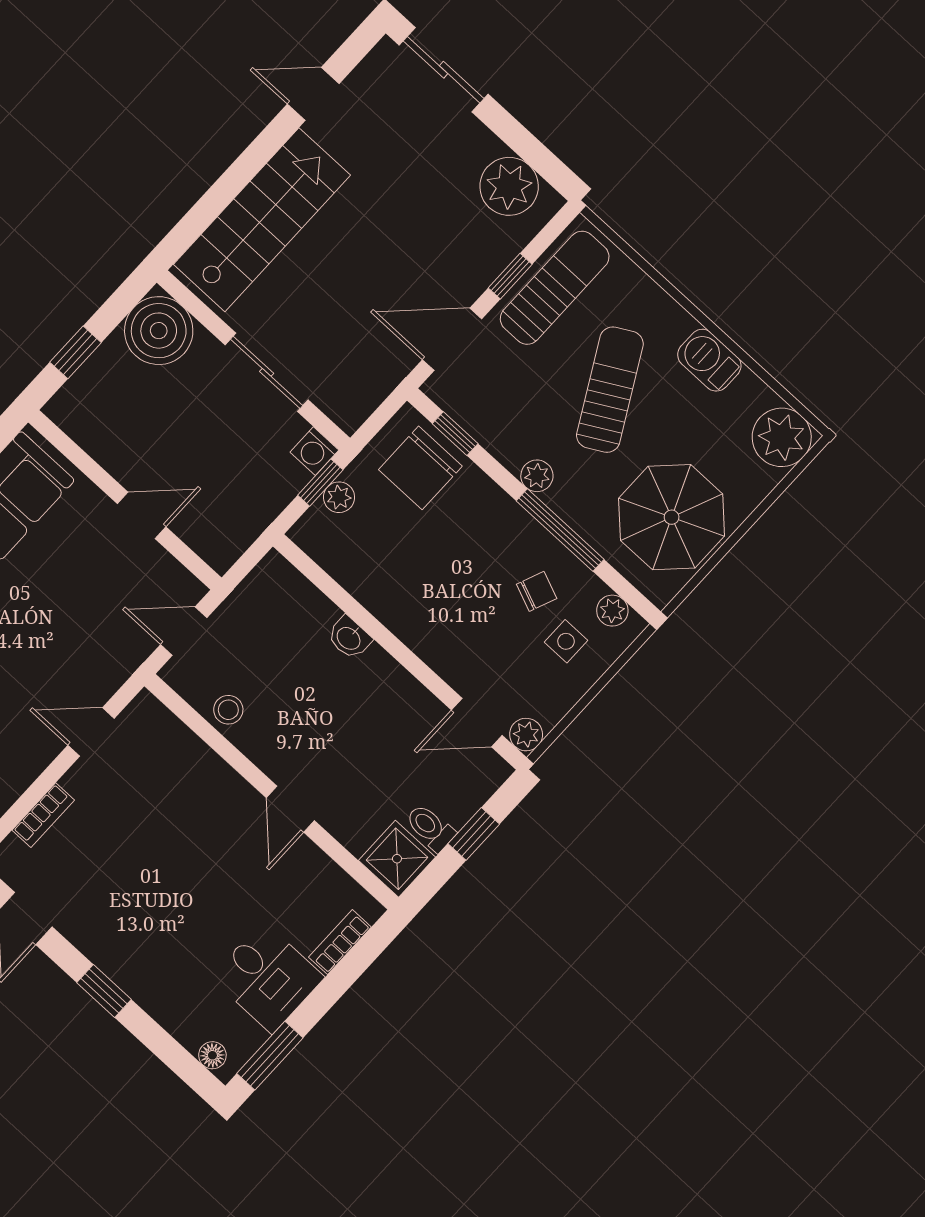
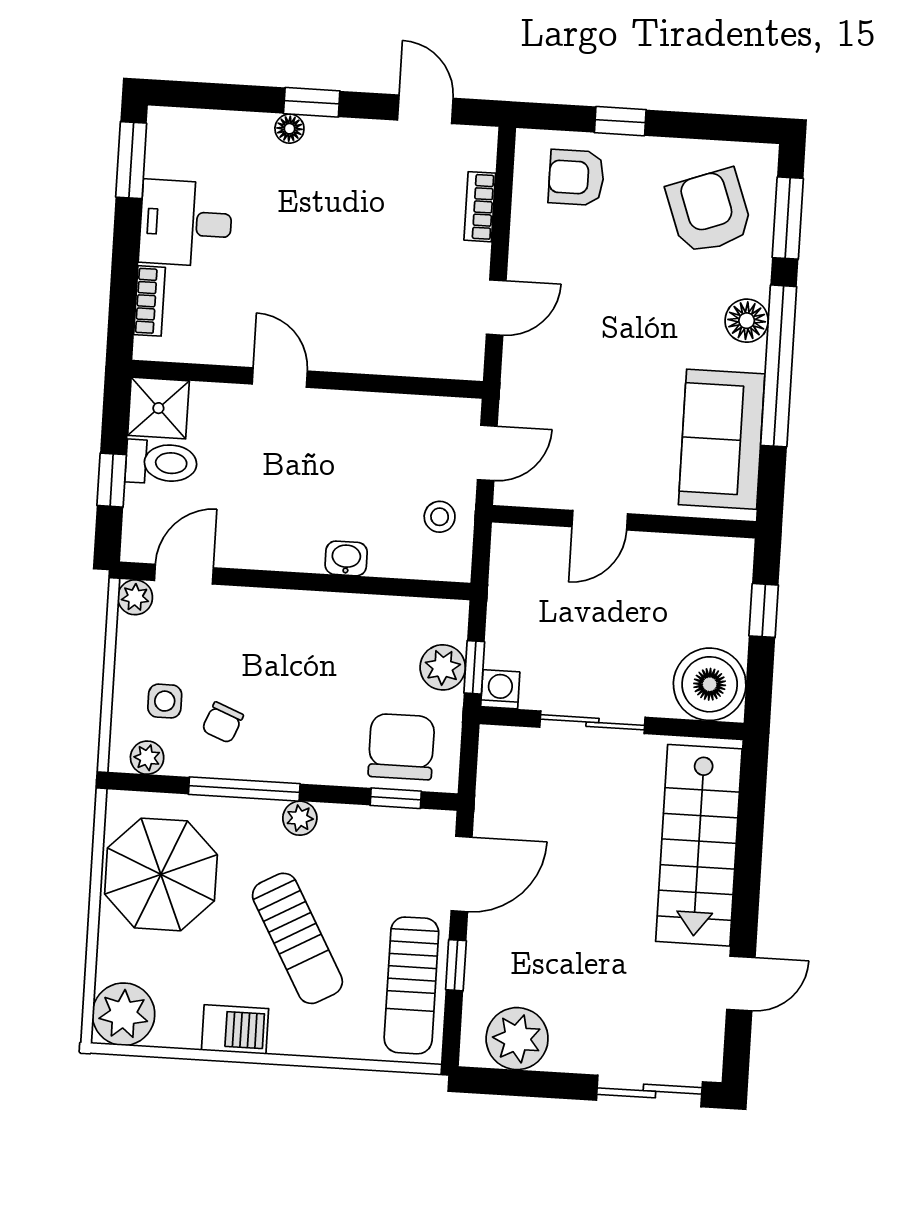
plant: (339, 497) -> (443, 667), width x1.38, depth x1.38
stool: (228, 710) -> (440, 517), moved
toilet: (430, 828) -> (161, 463), width x1.37, depth x1.39
floor lamp: (212, 1055) -> (289, 129), moved

